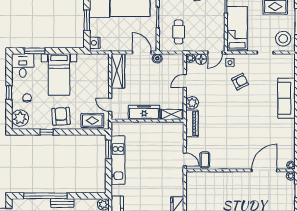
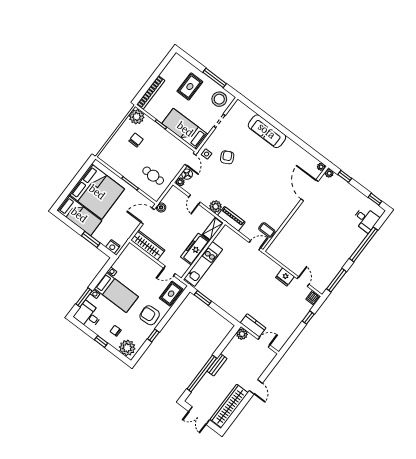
kitchen unit: (118, 160) -> (203, 264), moved, turned 90

